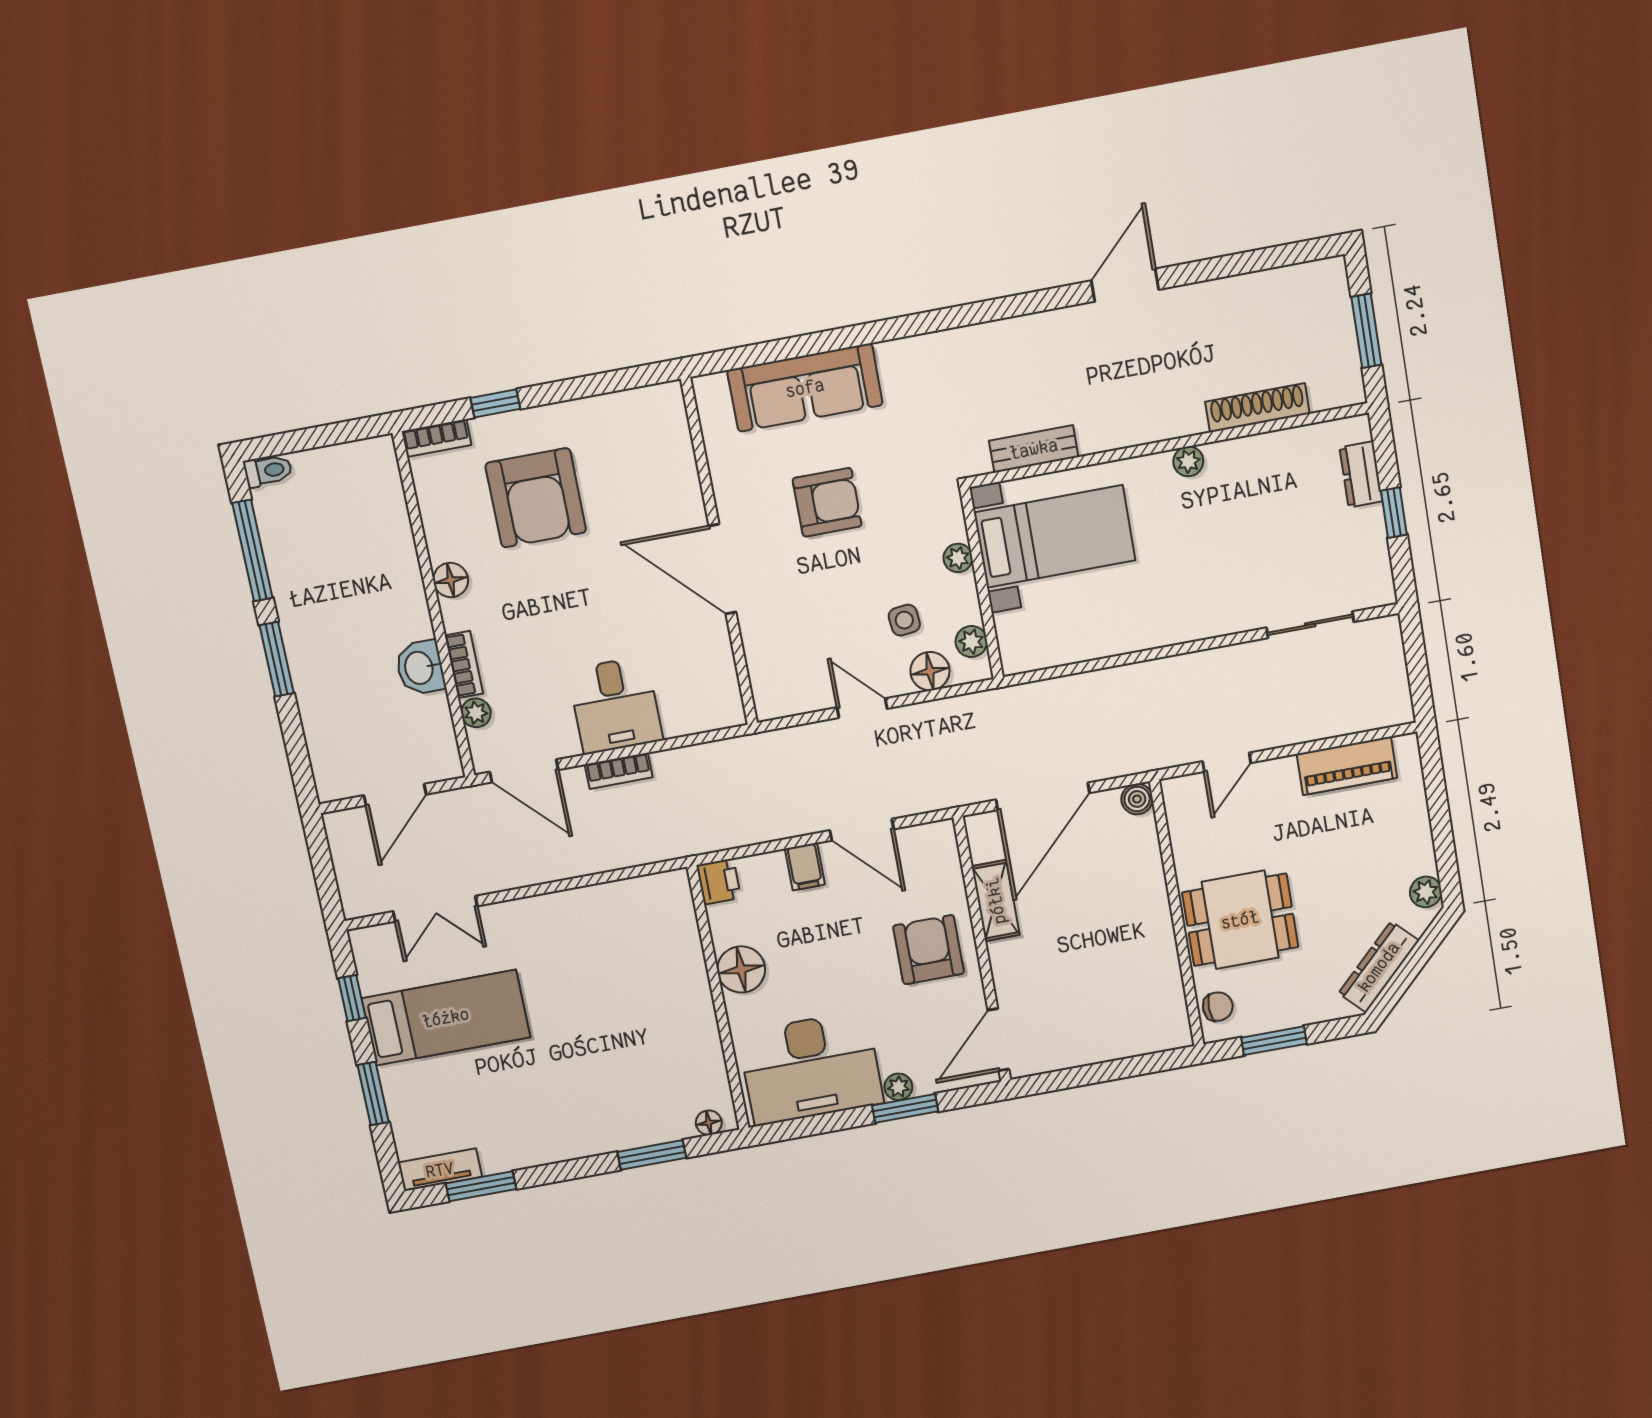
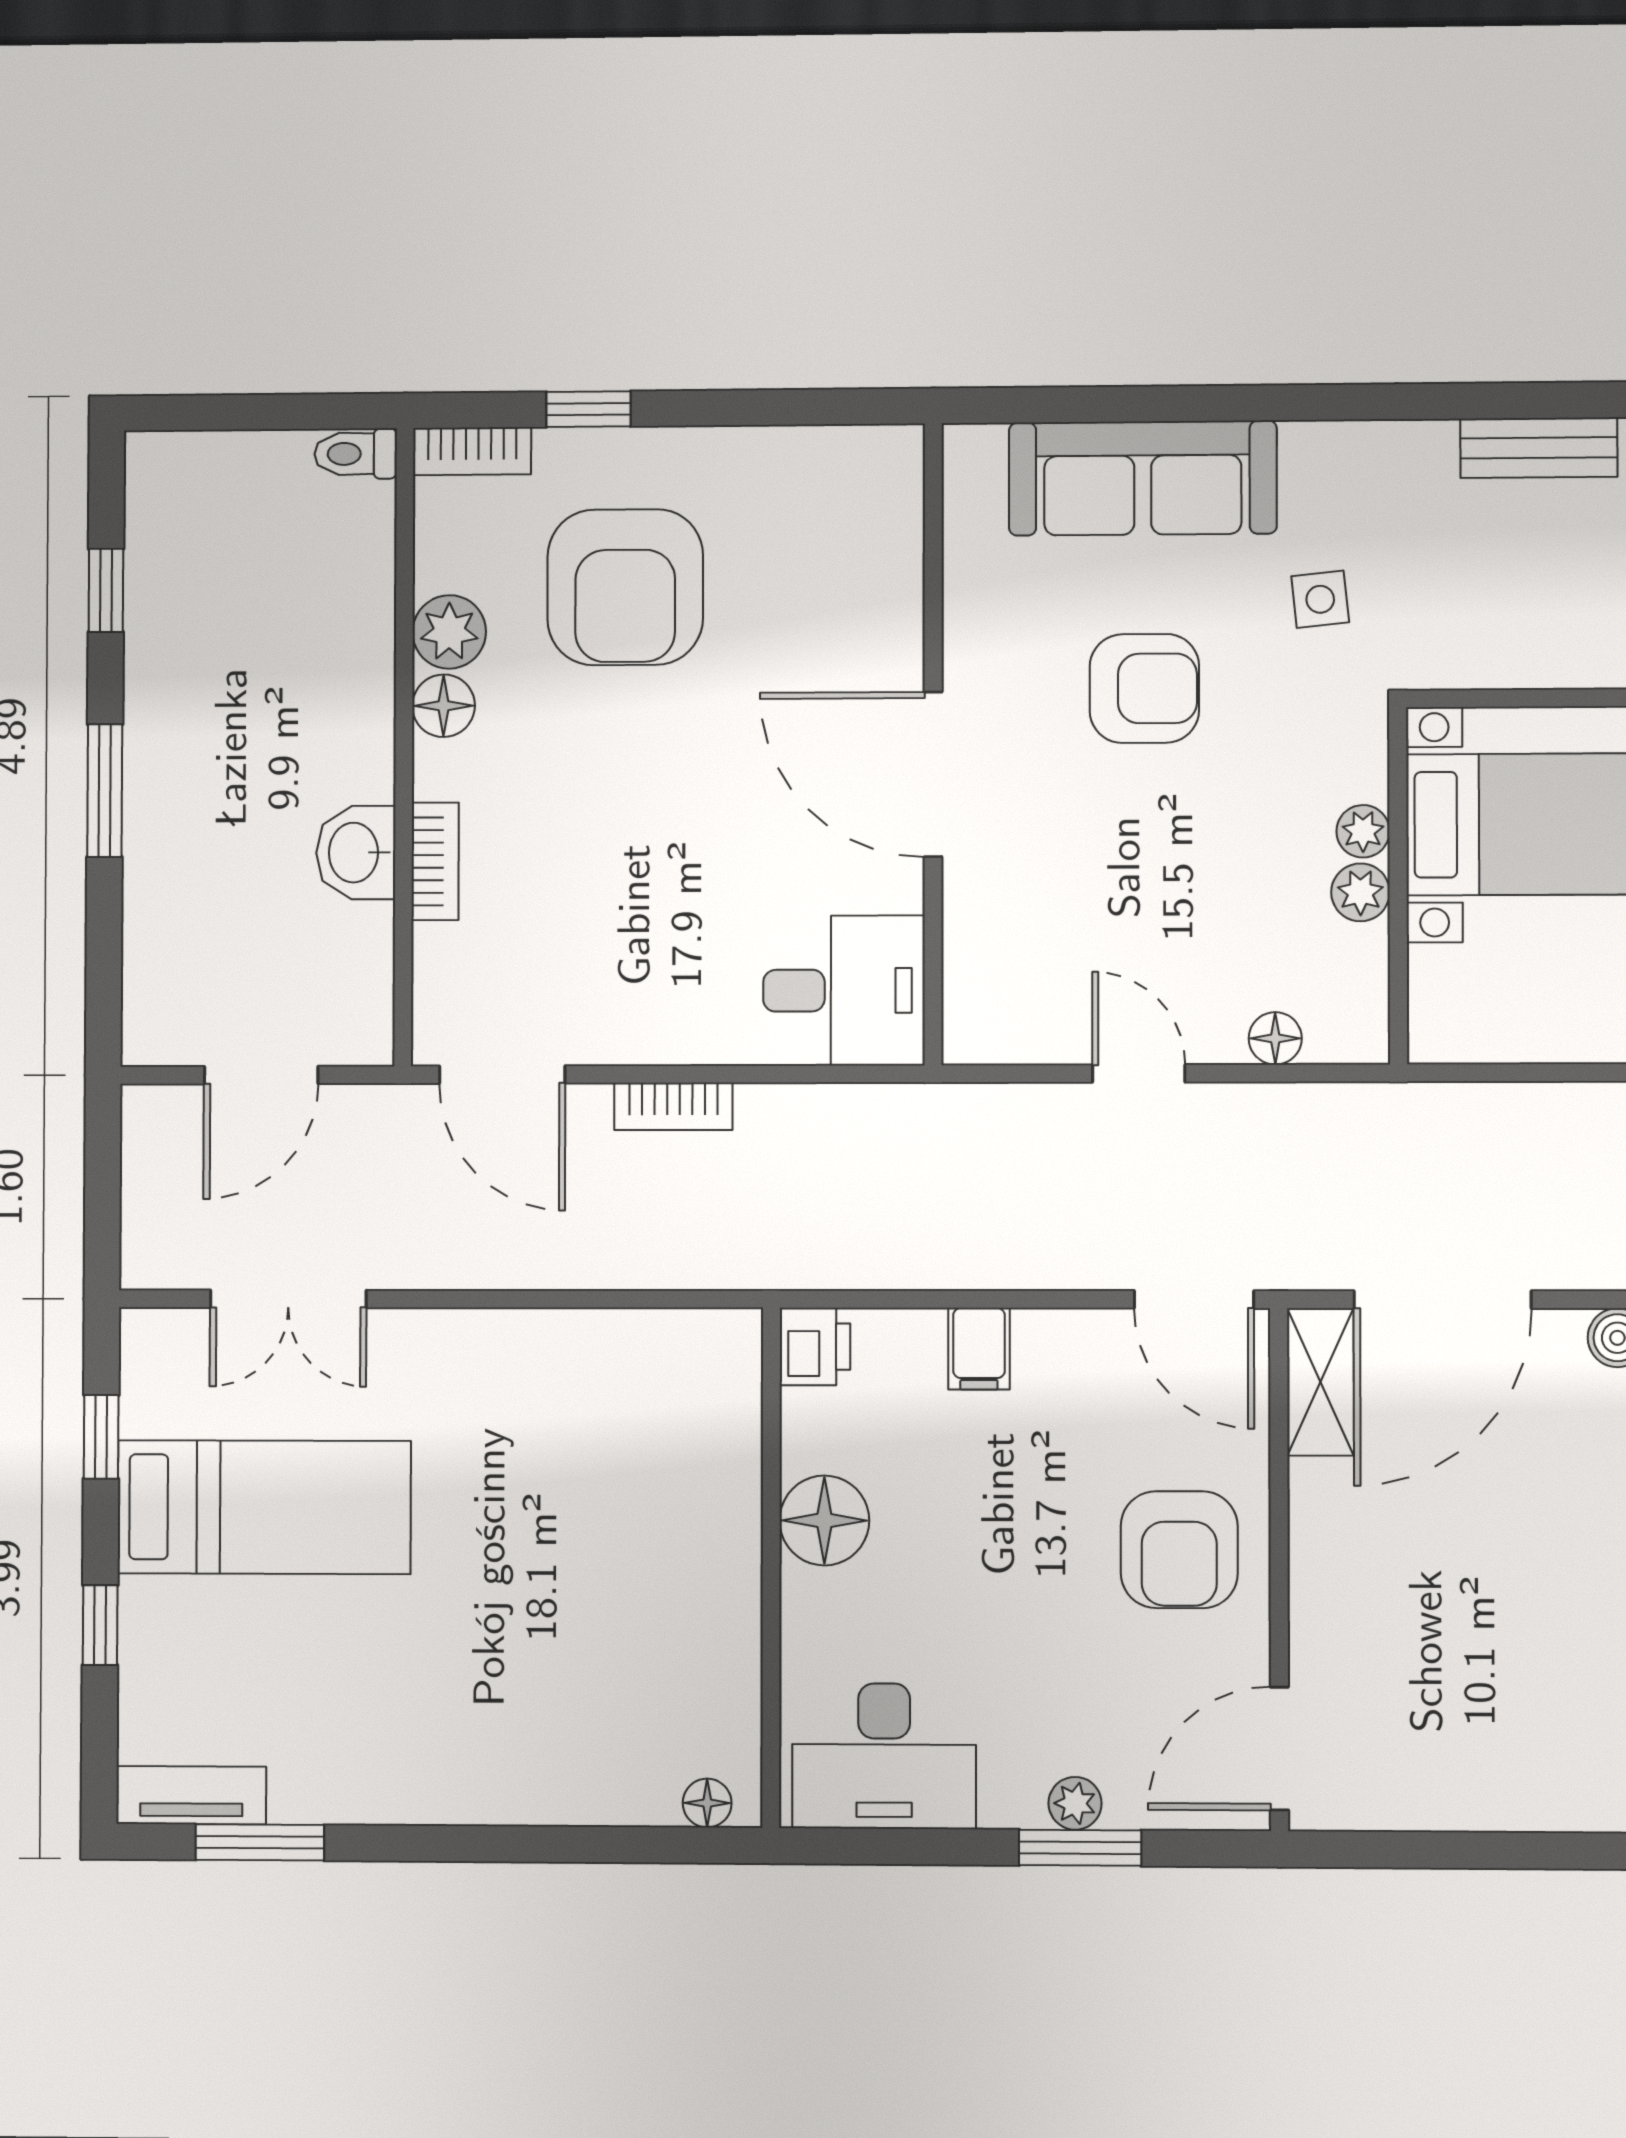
bench: (1034, 449) -> (1539, 448), moved
toilet: (268, 471) -> (356, 454), moved, turned 180
window: (253, 551) -> (106, 590), width x0.46
side table: (904, 620) -> (1320, 599), moved
plant: (971, 642) -> (1360, 892), moved
floor lamp: (930, 671) -> (1275, 1038), width x0.73, depth x0.73
desk: (615, 705) -> (844, 990), moved, turned -90
plant: (476, 713) -> (449, 632), moved, width x1.38, depth x1.38
door: (862, 830) -> (1194, 1299), moved
shelving: (996, 901) -> (1320, 1382), moved
armchair: (929, 950) -> (1179, 1550), turned 180
desk: (811, 1068) -> (884, 1756), width x0.73, depth x0.77
window: (373, 1094) -> (100, 1625), width x0.67
window: (652, 1155) -> (589, 1844), removed

